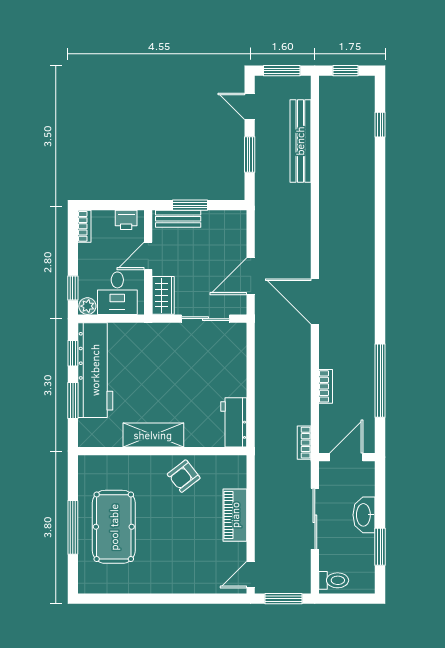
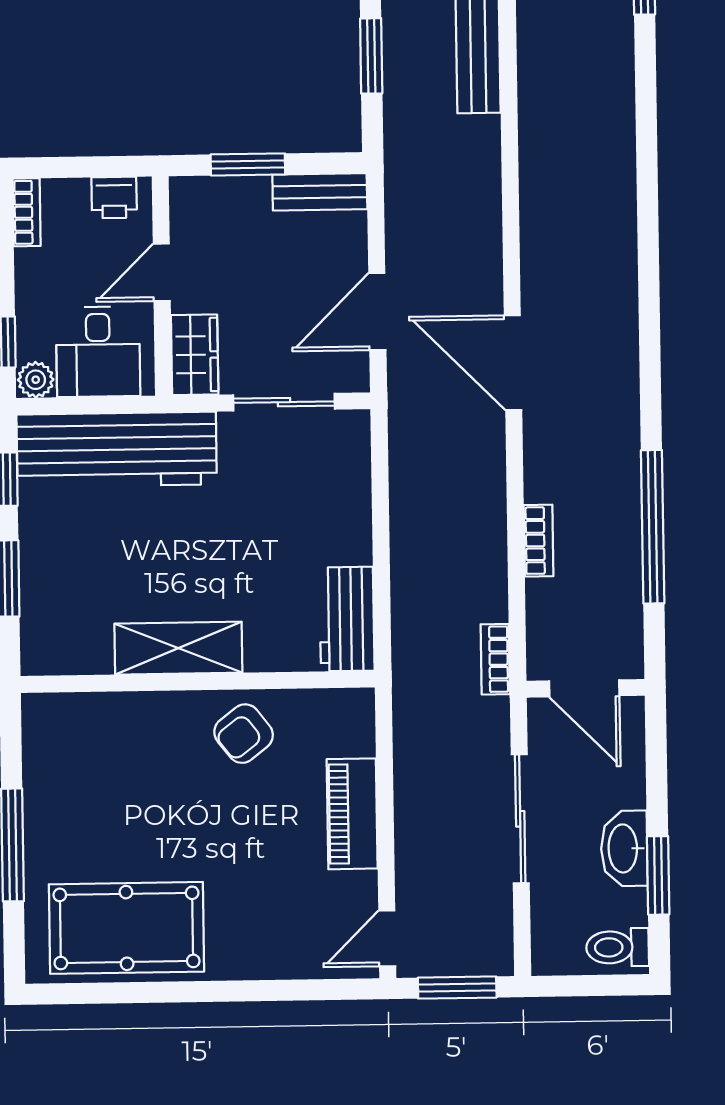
bench: (178, 219) -> (320, 192), moved
workbench: (95, 370) -> (117, 450), moved, turned 90
door: (346, 457) -> (584, 688), swing flipped
washbasin: (364, 515) -> (624, 848), moved
pool table: (114, 527) -> (127, 928), moved, turned 90
toilet: (334, 580) -> (617, 947), moved, turned 180

